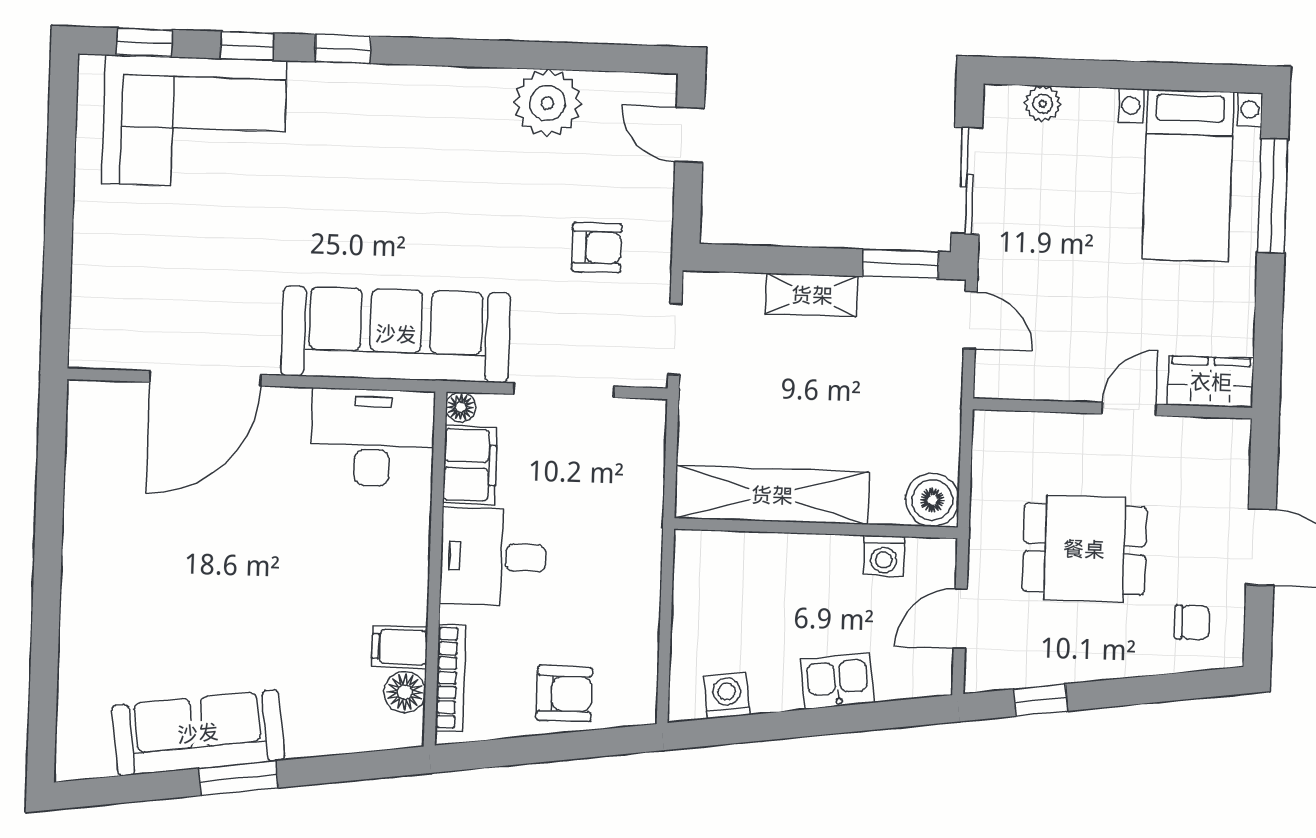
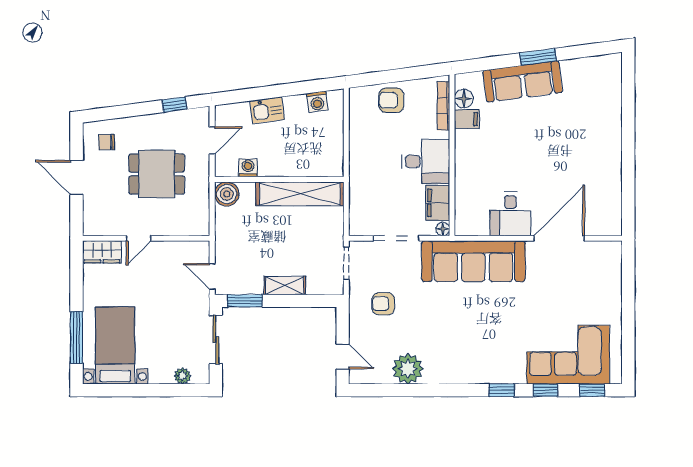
desk: (373, 438) -> (510, 214), moved, width x0.73
sofa: (198, 733) -> (523, 81), moved

